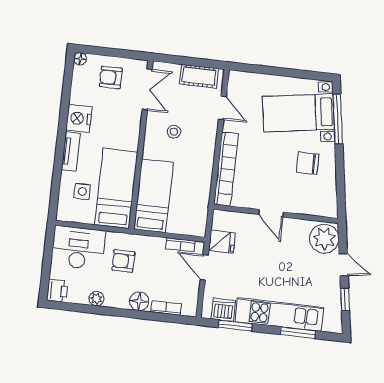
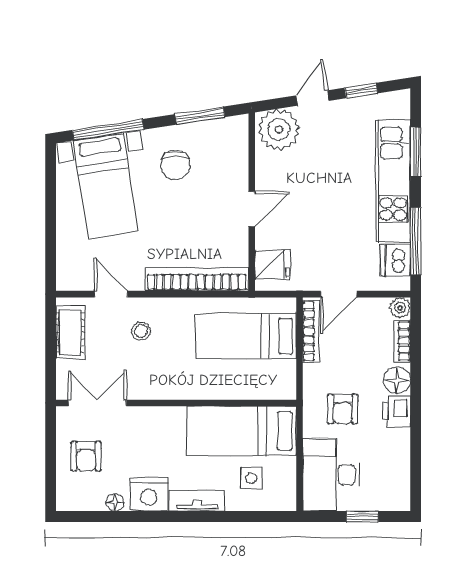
floor lamp: (80, 59) -> (115, 502), moved
door: (222, 108) -> (111, 294), hinge flipped
stool: (174, 132) -> (141, 331), moved
window: (340, 184) -> (200, 116), added
bed: (154, 196) -> (246, 336), moved
fridge: (222, 242) -> (272, 264), moved, turned 90
bookcase: (180, 245) -> (311, 331), width x1.56
window: (47, 266) -> (362, 516), added
printer: (57, 291) -> (397, 411), moved, turned -90
plant: (96, 299) -> (400, 308), moved
window: (235, 326) -> (416, 241), width x1.44

